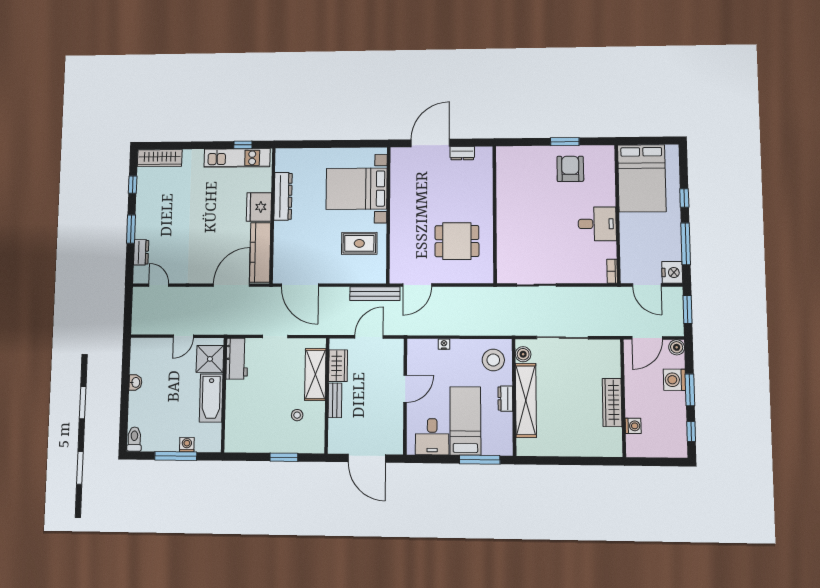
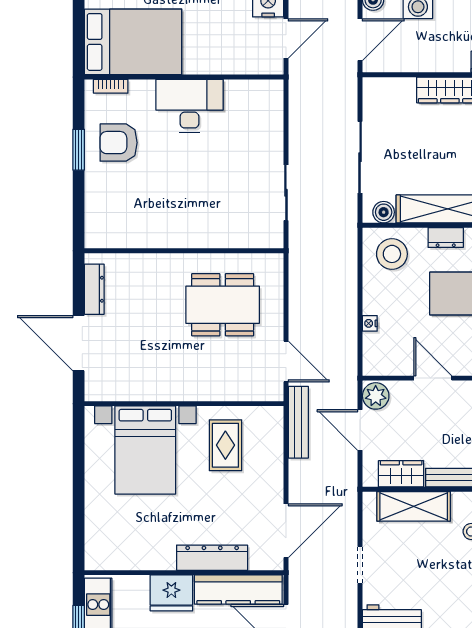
dresser: (462, 153) -> (94, 289), width x1.44
dresser: (283, 196) -> (212, 558), moved
desk: (597, 224) -> (189, 106), width x1.37
dining table: (457, 241) -> (223, 305), width x1.38
bookcase: (612, 271) -> (111, 86), moved
door: (647, 338) -> (360, 40), hinge flipped
plant: (393, 348) -> (376, 396), added

